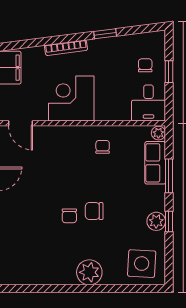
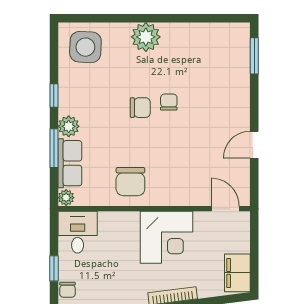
chair: (145, 65) -> (67, 290), moved
chair: (103, 147) -> (130, 182), width x1.87, depth x1.87
plant: (156, 221) -> (69, 126), moved

